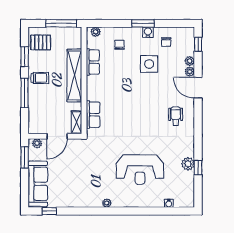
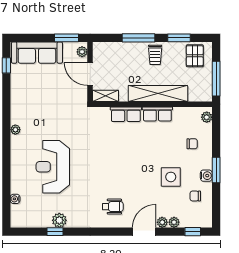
row of seats: (93, 62) -> (157, 114), moved
row of seats: (93, 115) -> (126, 114), moved

